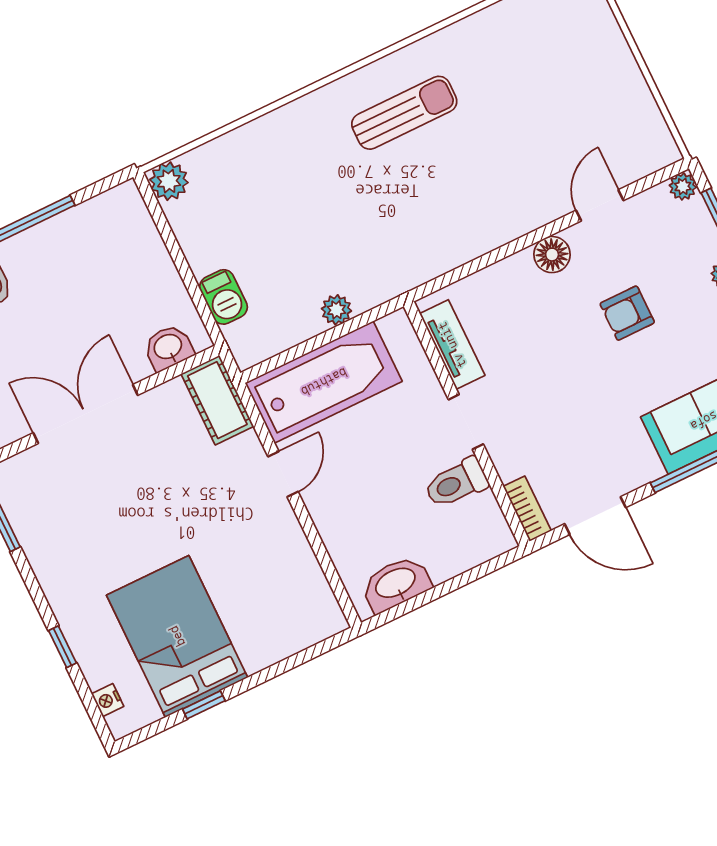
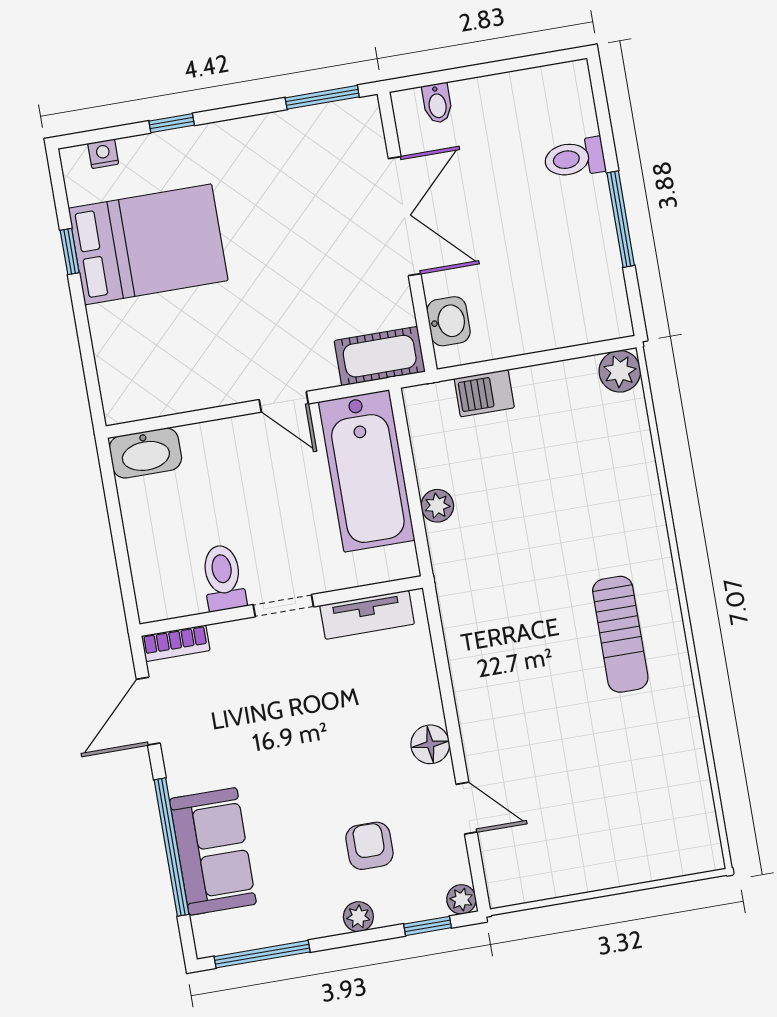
armchair: (627, 313) -> (369, 846), moved
washbasin: (396, 584) -> (145, 453), moved, turned 90

